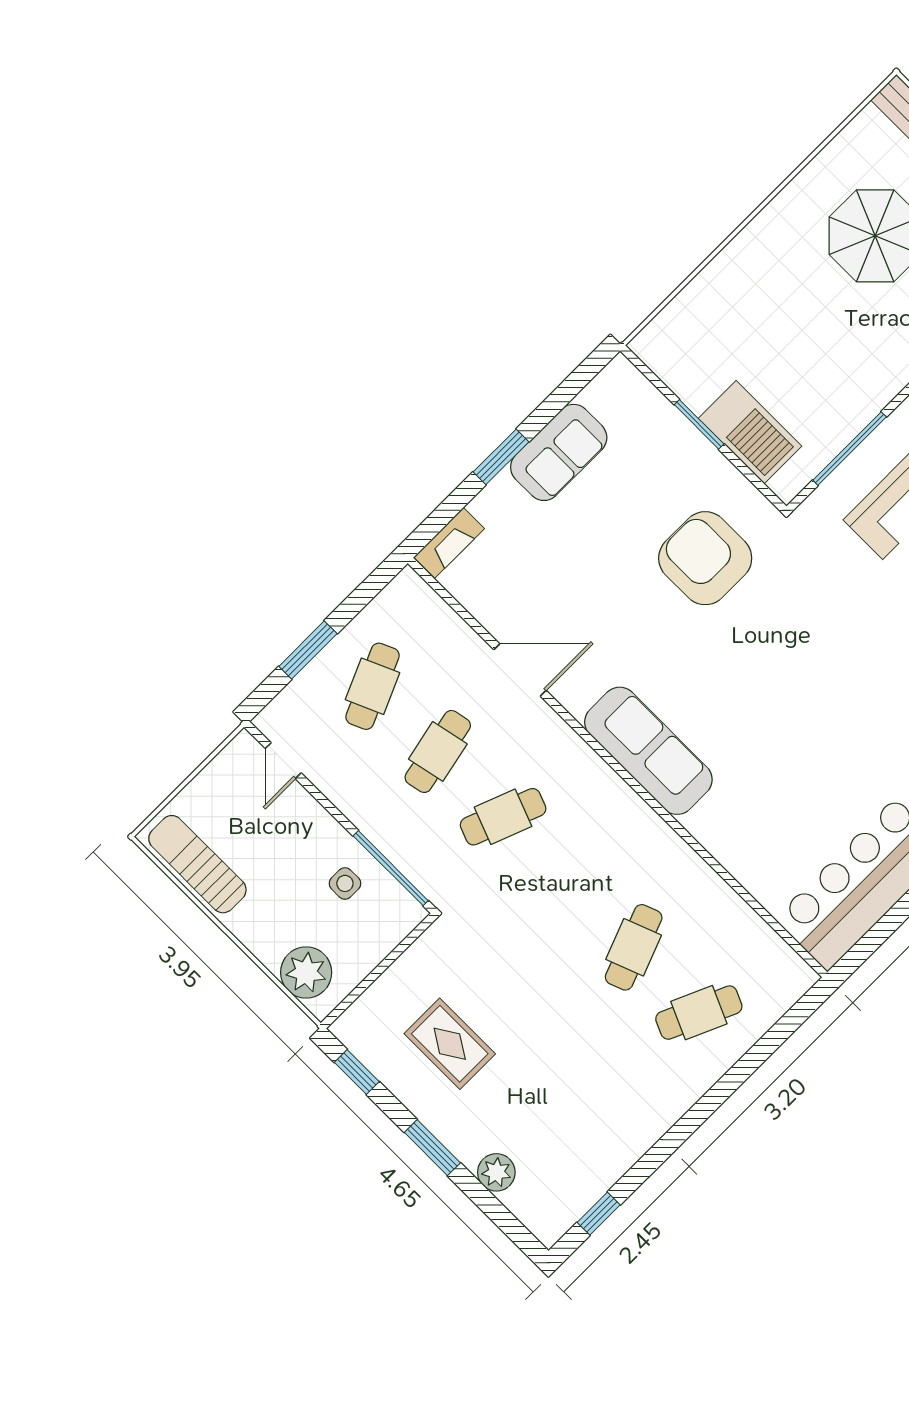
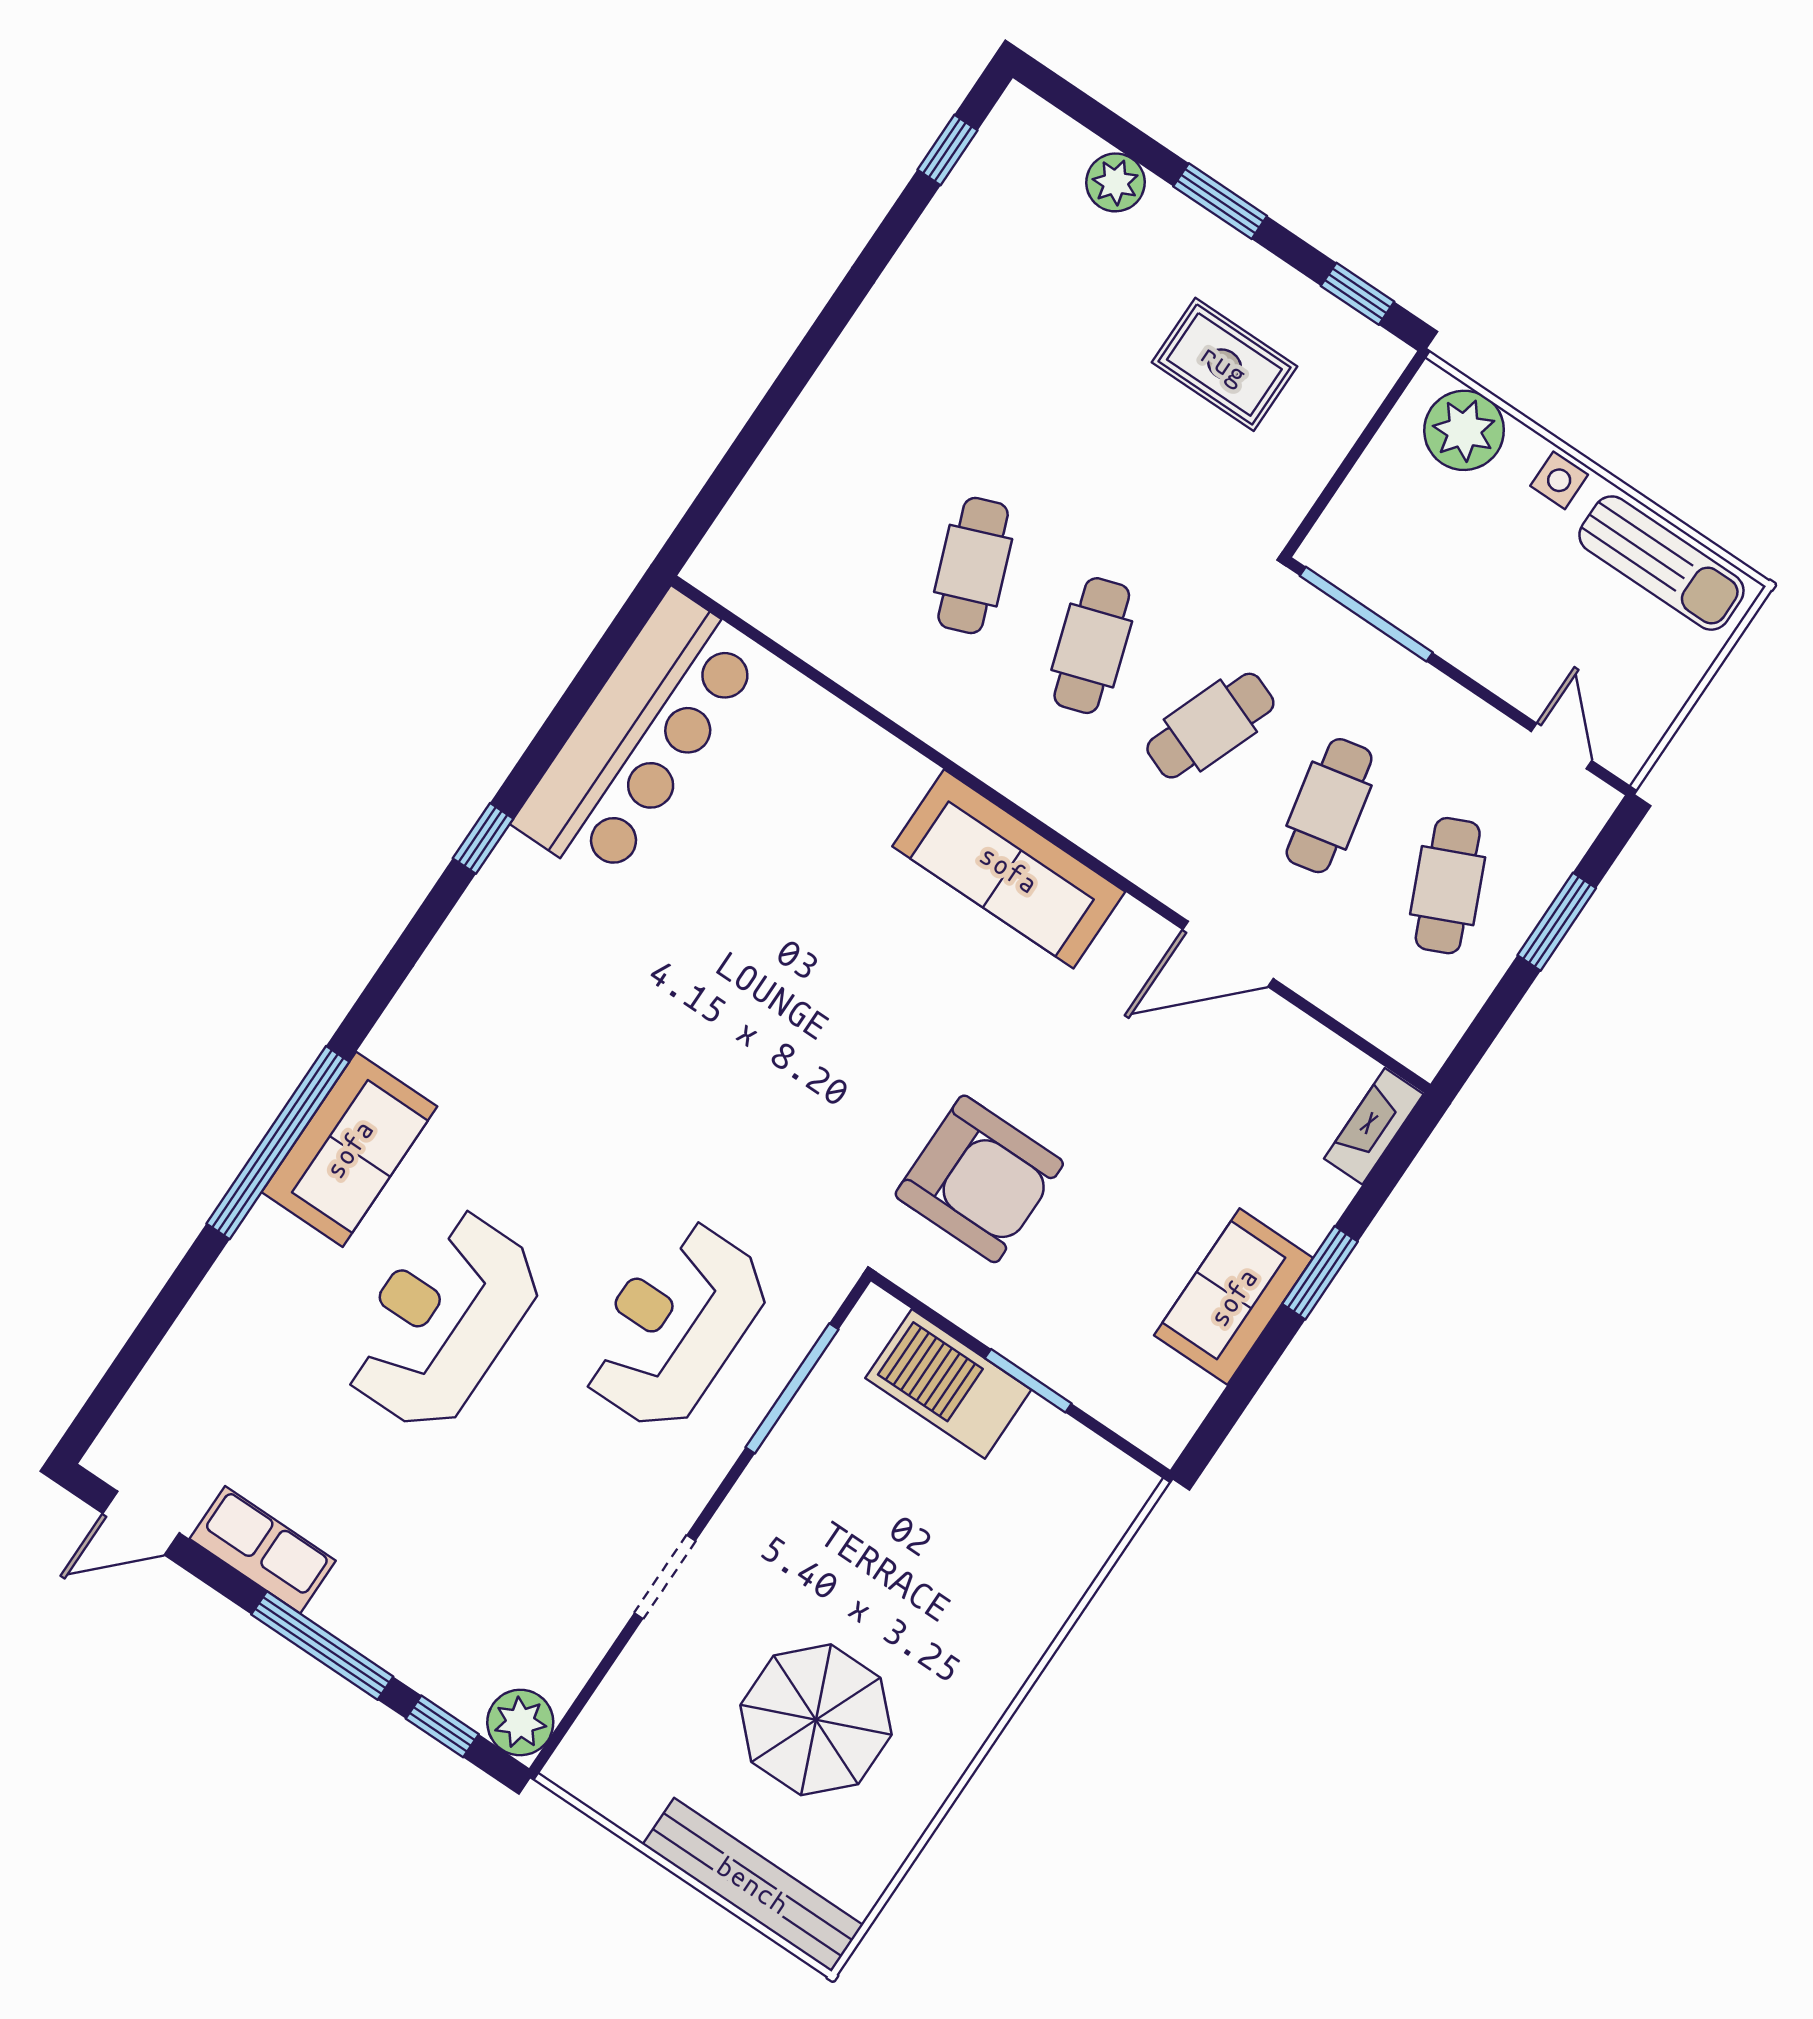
side table: (345, 883) -> (1559, 480), moved
cafe table: (699, 1013) -> (1092, 646), moved, turned -42

